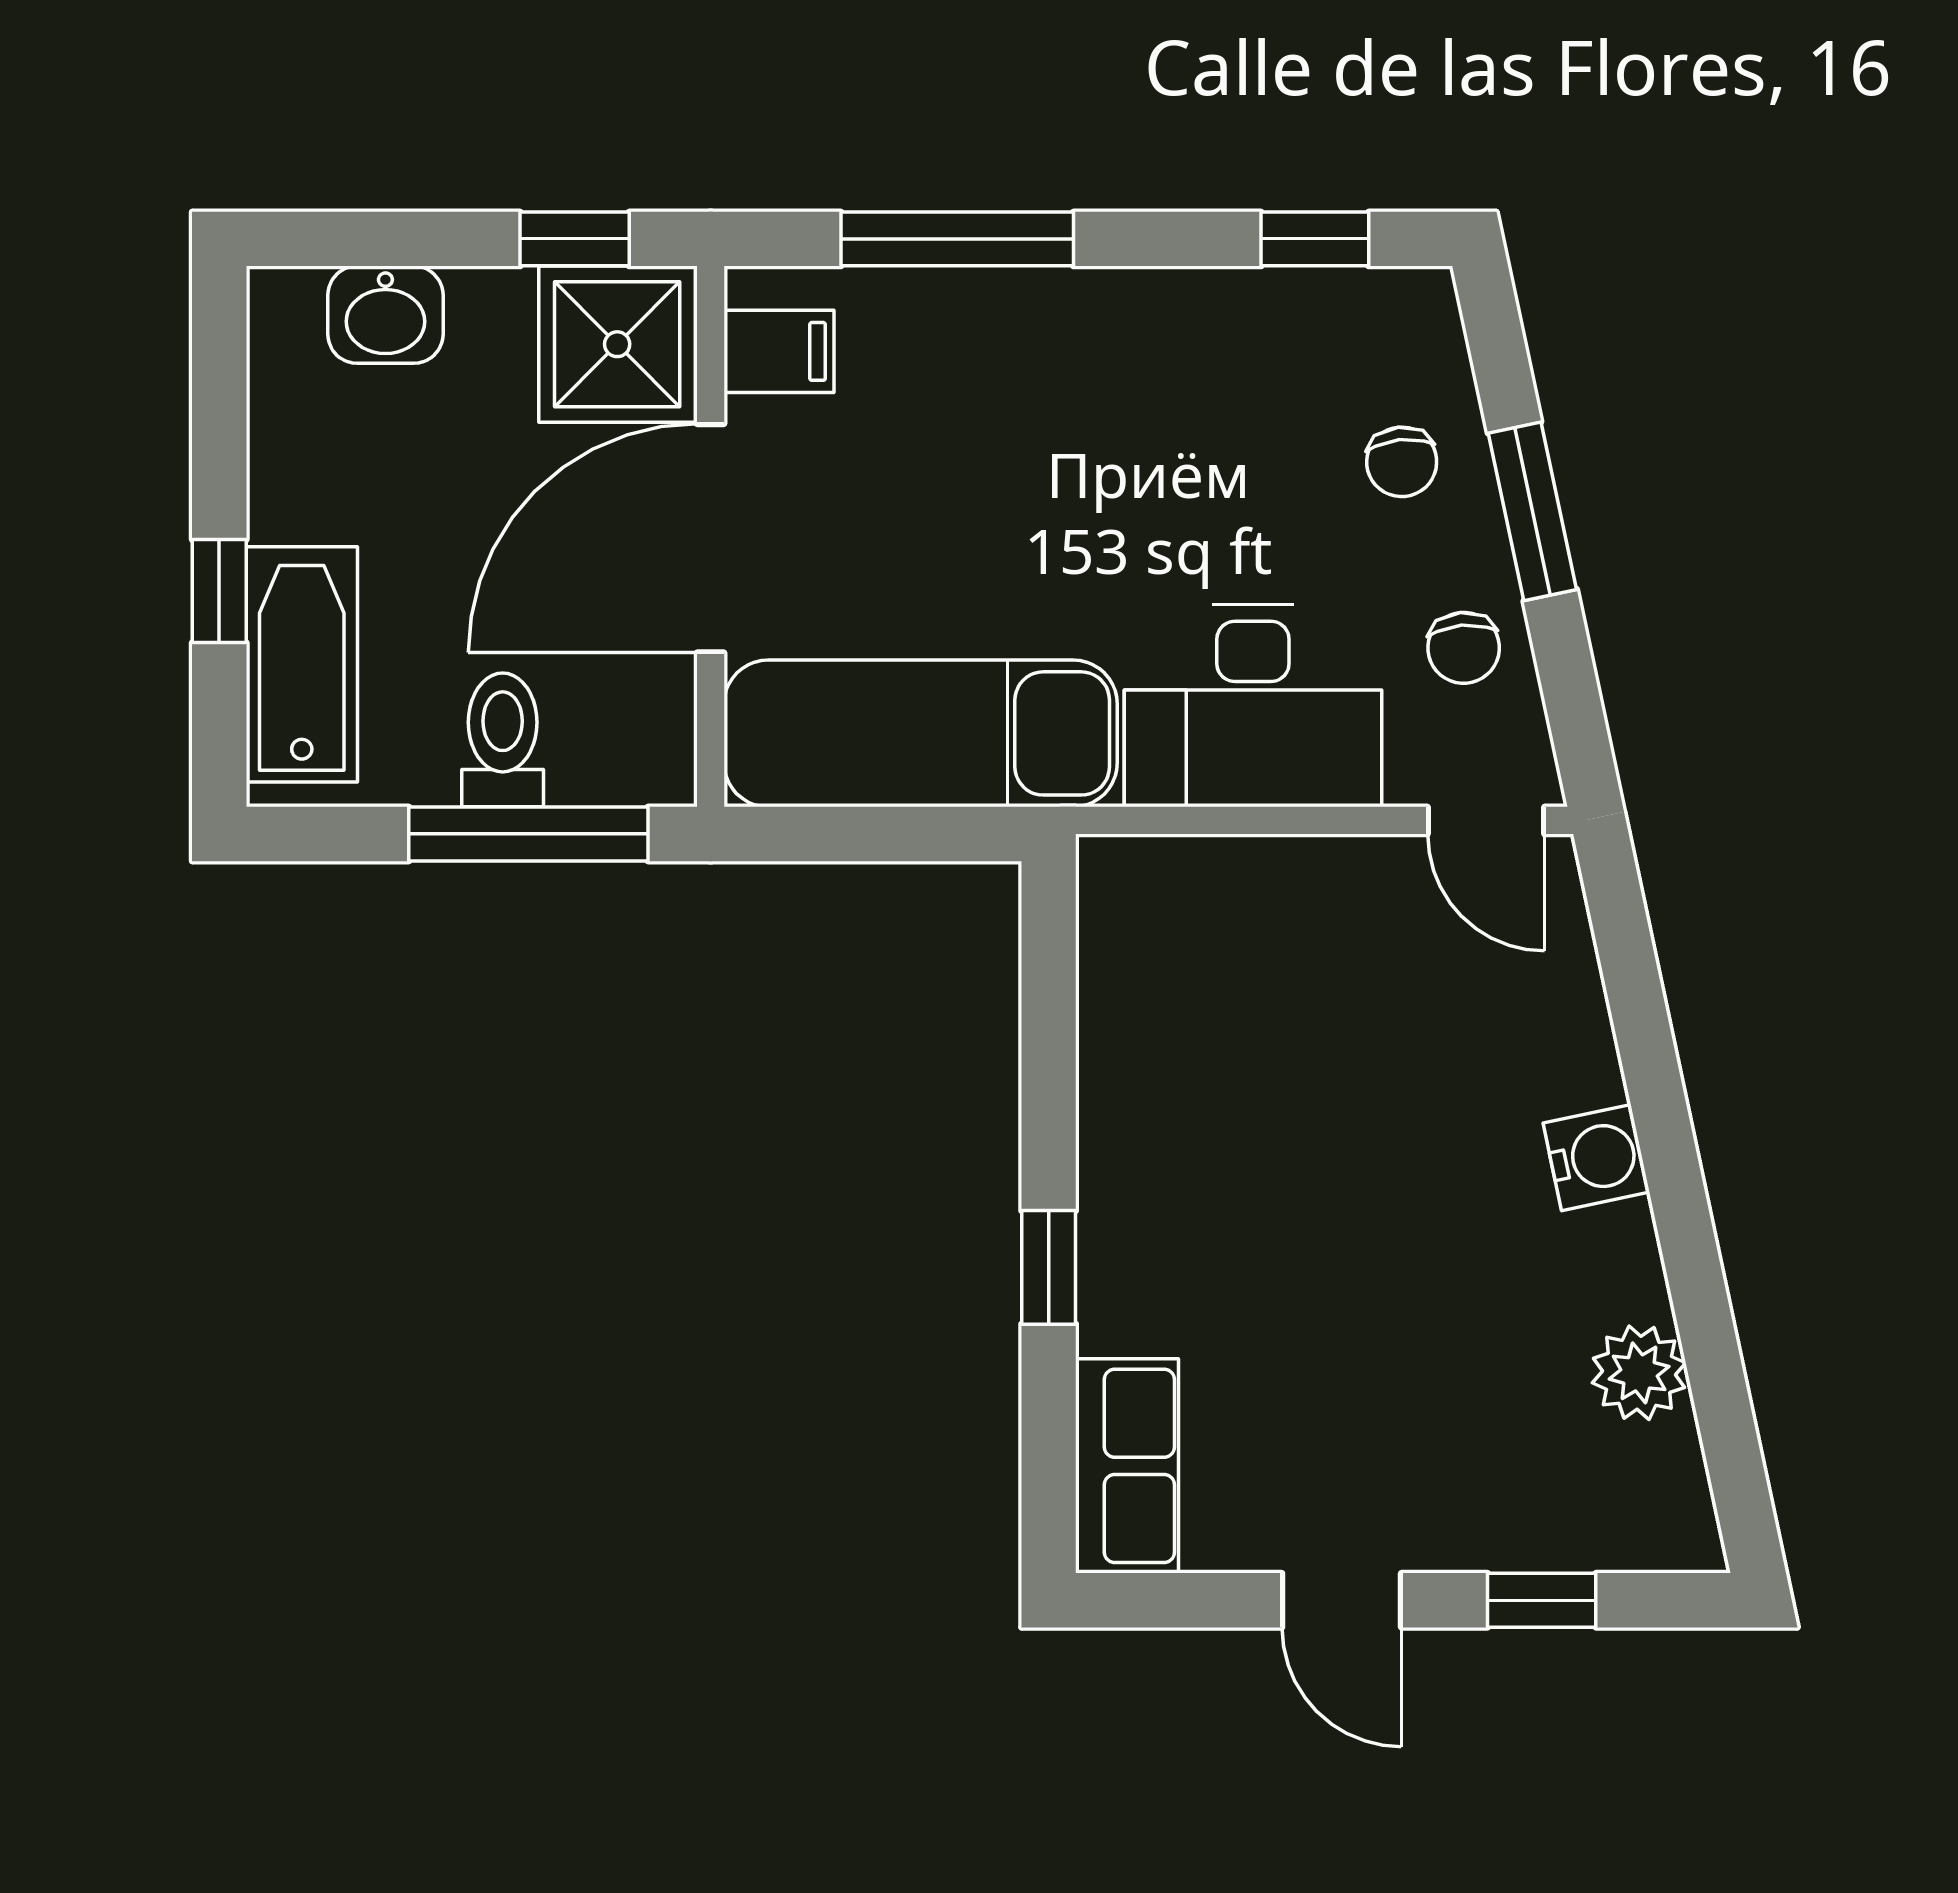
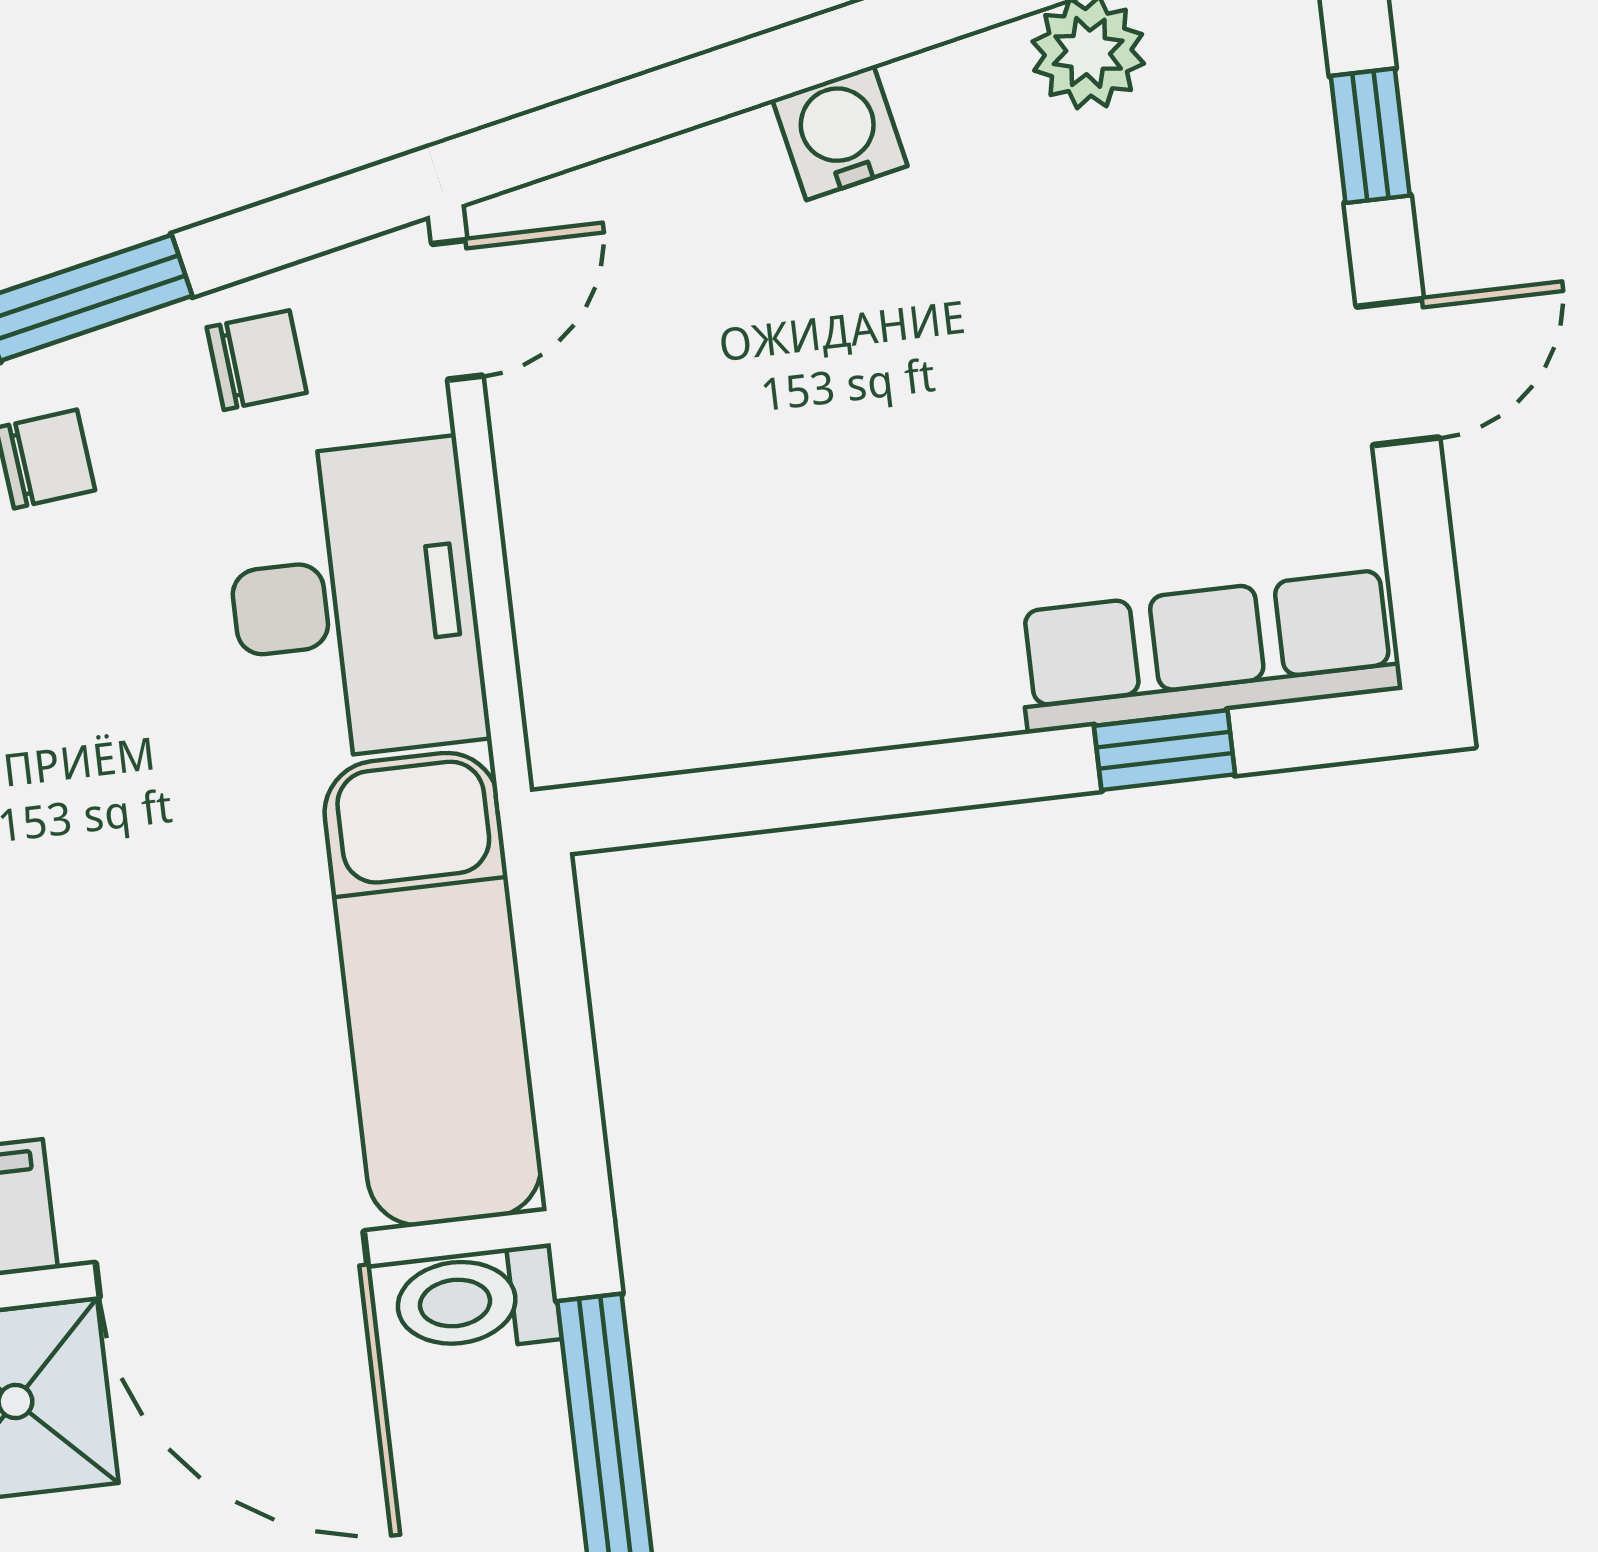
toilet: (503, 740) -> (477, 1300), moved
window: (1049, 1267) -> (1164, 750), moved
row of seats: (1127, 1466) -> (1208, 651), width x1.48

